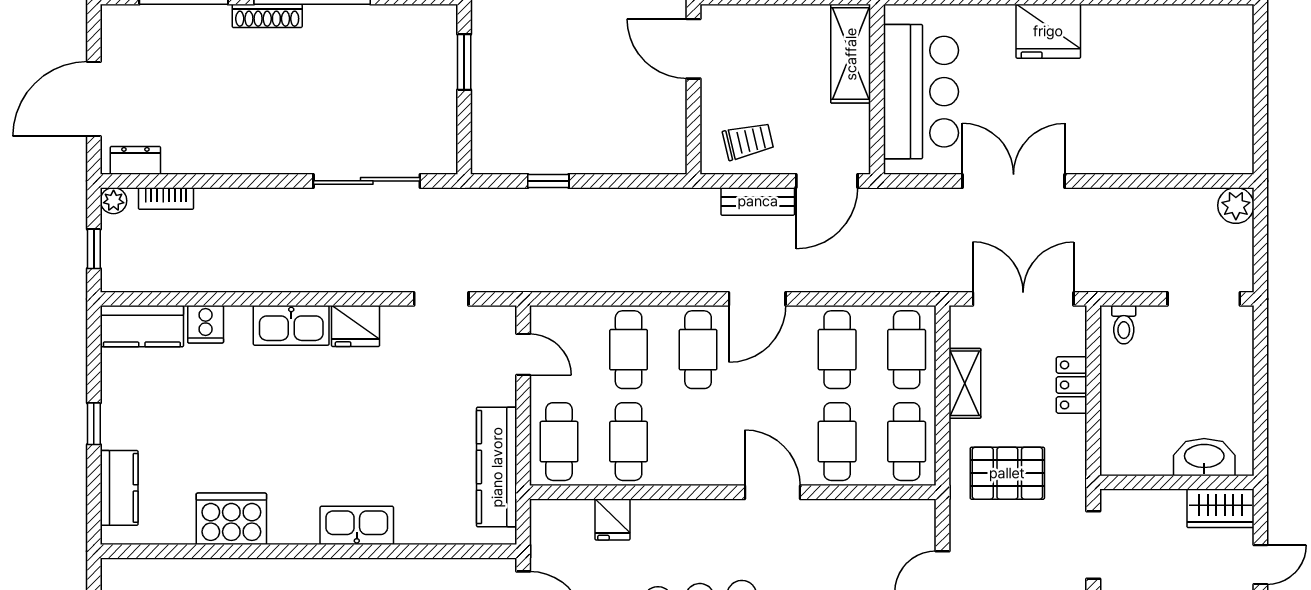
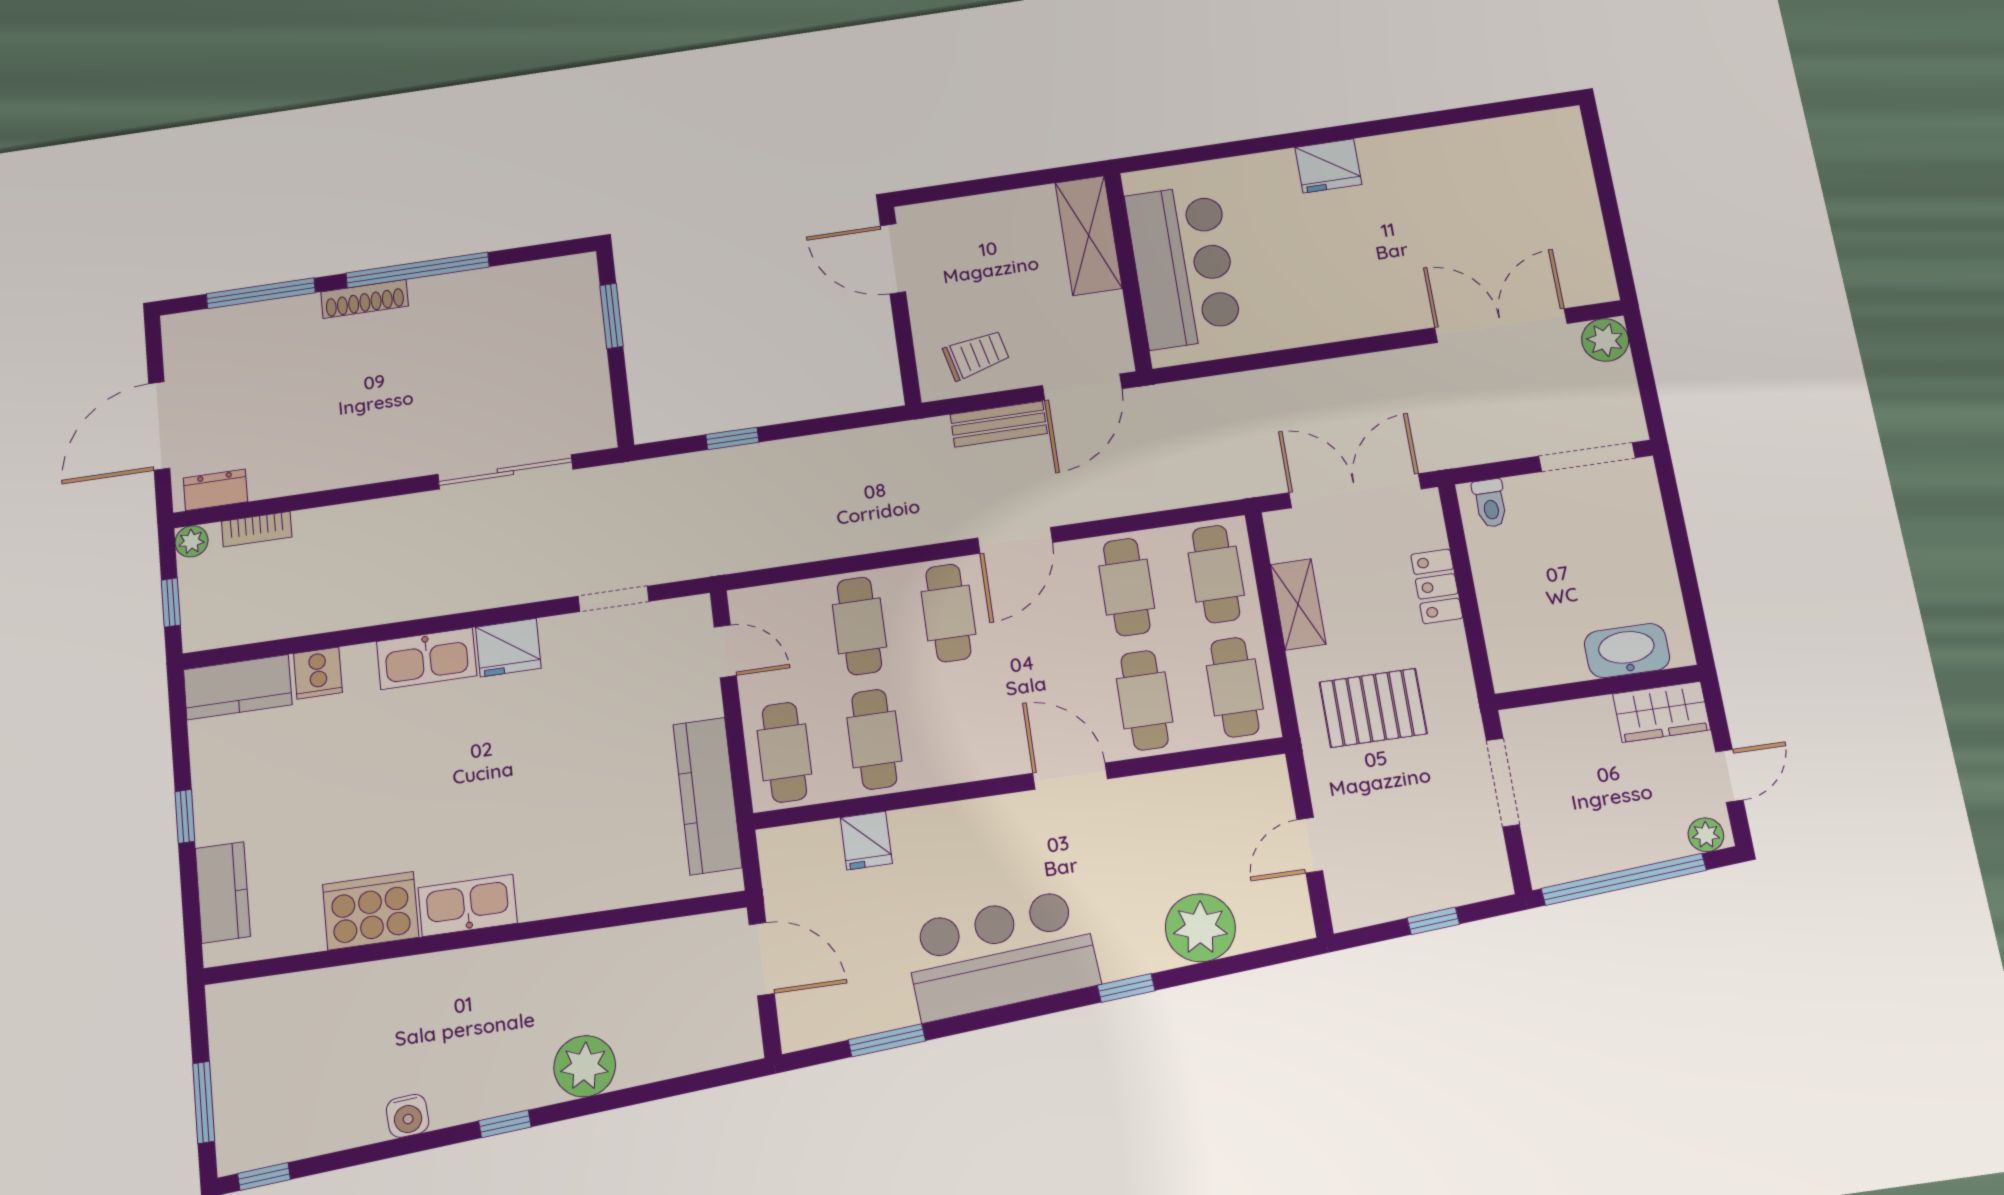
fridge: (1048, 31) -> (1328, 166), width x0.73, depth x0.75
double door: (1014, 181) -> (1501, 326), moved
kitchen sink: (357, 525) -> (468, 905), moved

